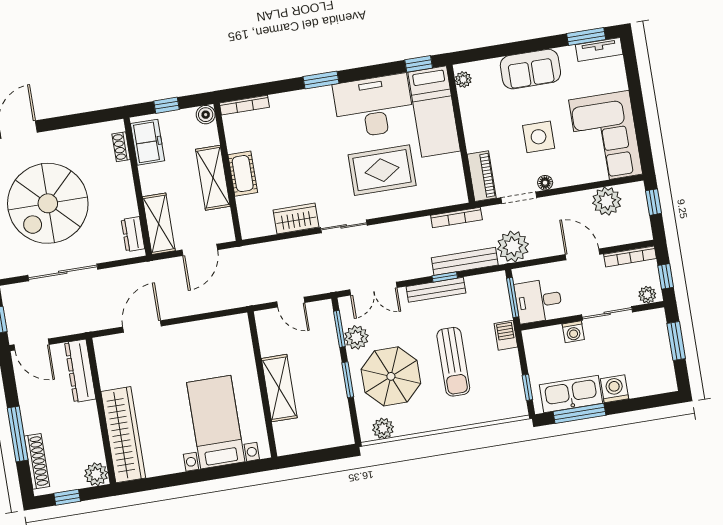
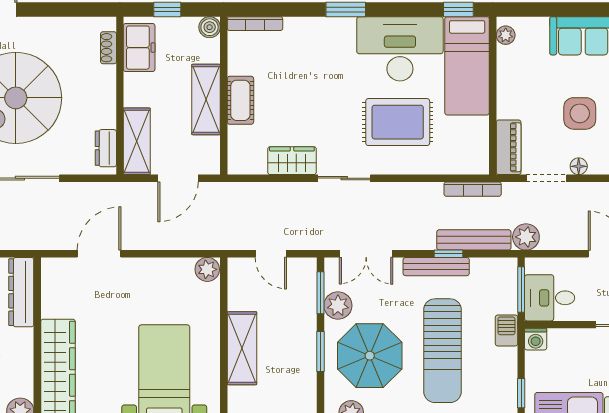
plant: (513, 247) -> (526, 237), width x0.73, depth x0.73
plant: (238, 325) -> (207, 269), added
washing machine: (573, 332) -> (536, 339), moved
sun lounger: (453, 362) -> (443, 351), width x1.36, depth x1.34

